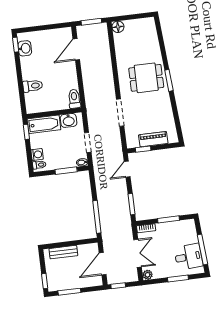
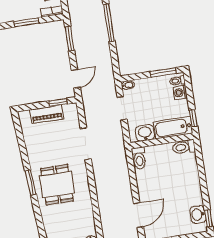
dining table: (146, 78) -> (57, 185), turned 90
toilet: (33, 86) -> (184, 147), moved
window: (66, 171) -> (163, 72), moved

